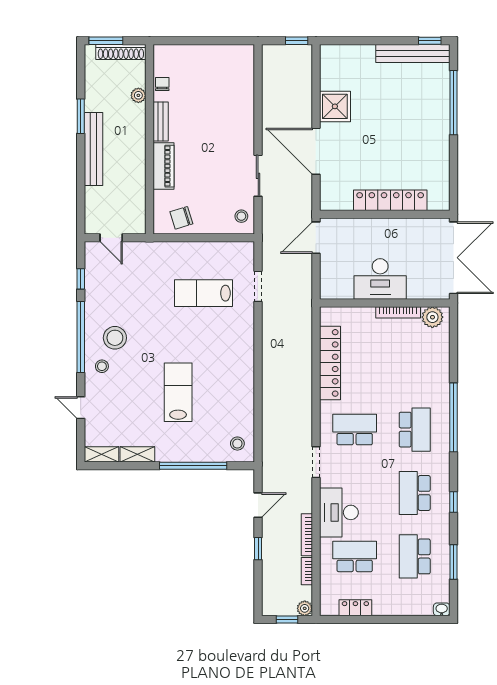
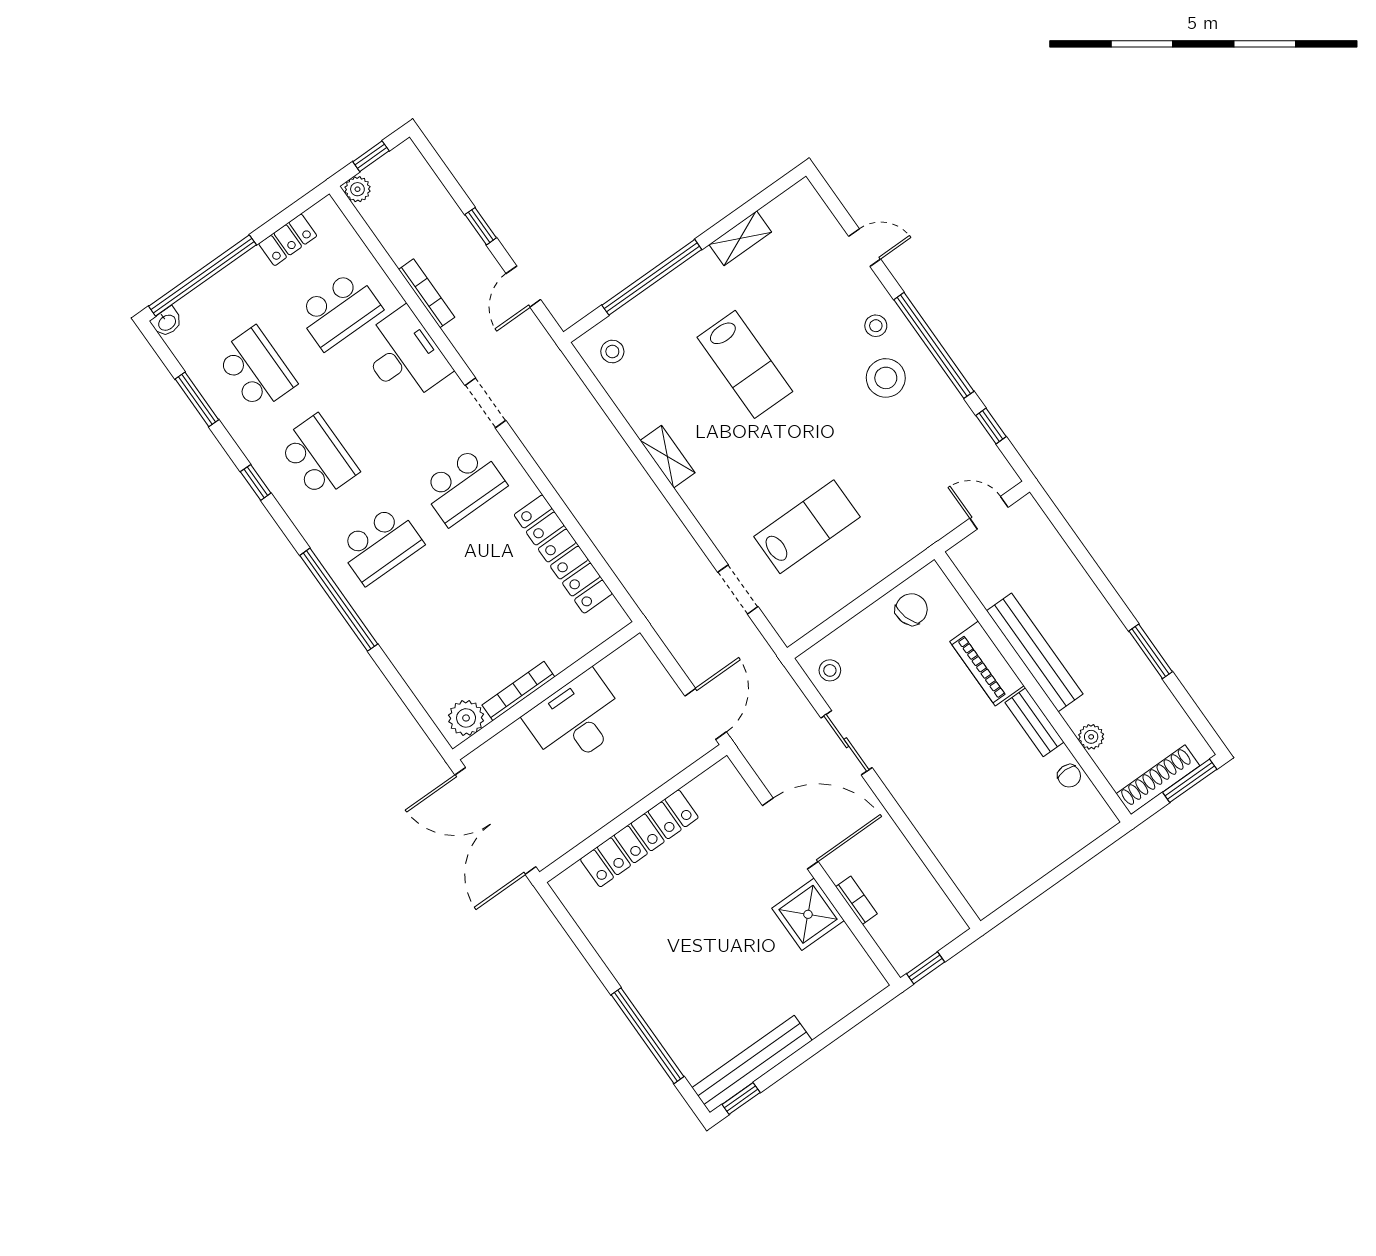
bench: (93, 149) -> (1035, 652), moved
school desk: (415, 430) -> (380, 545), turned -90
shelving: (102, 454) -> (667, 457), moved, turned 90
bookcase: (307, 571) -> (856, 900), moved
window: (409, 620) -> (202, 276), added

